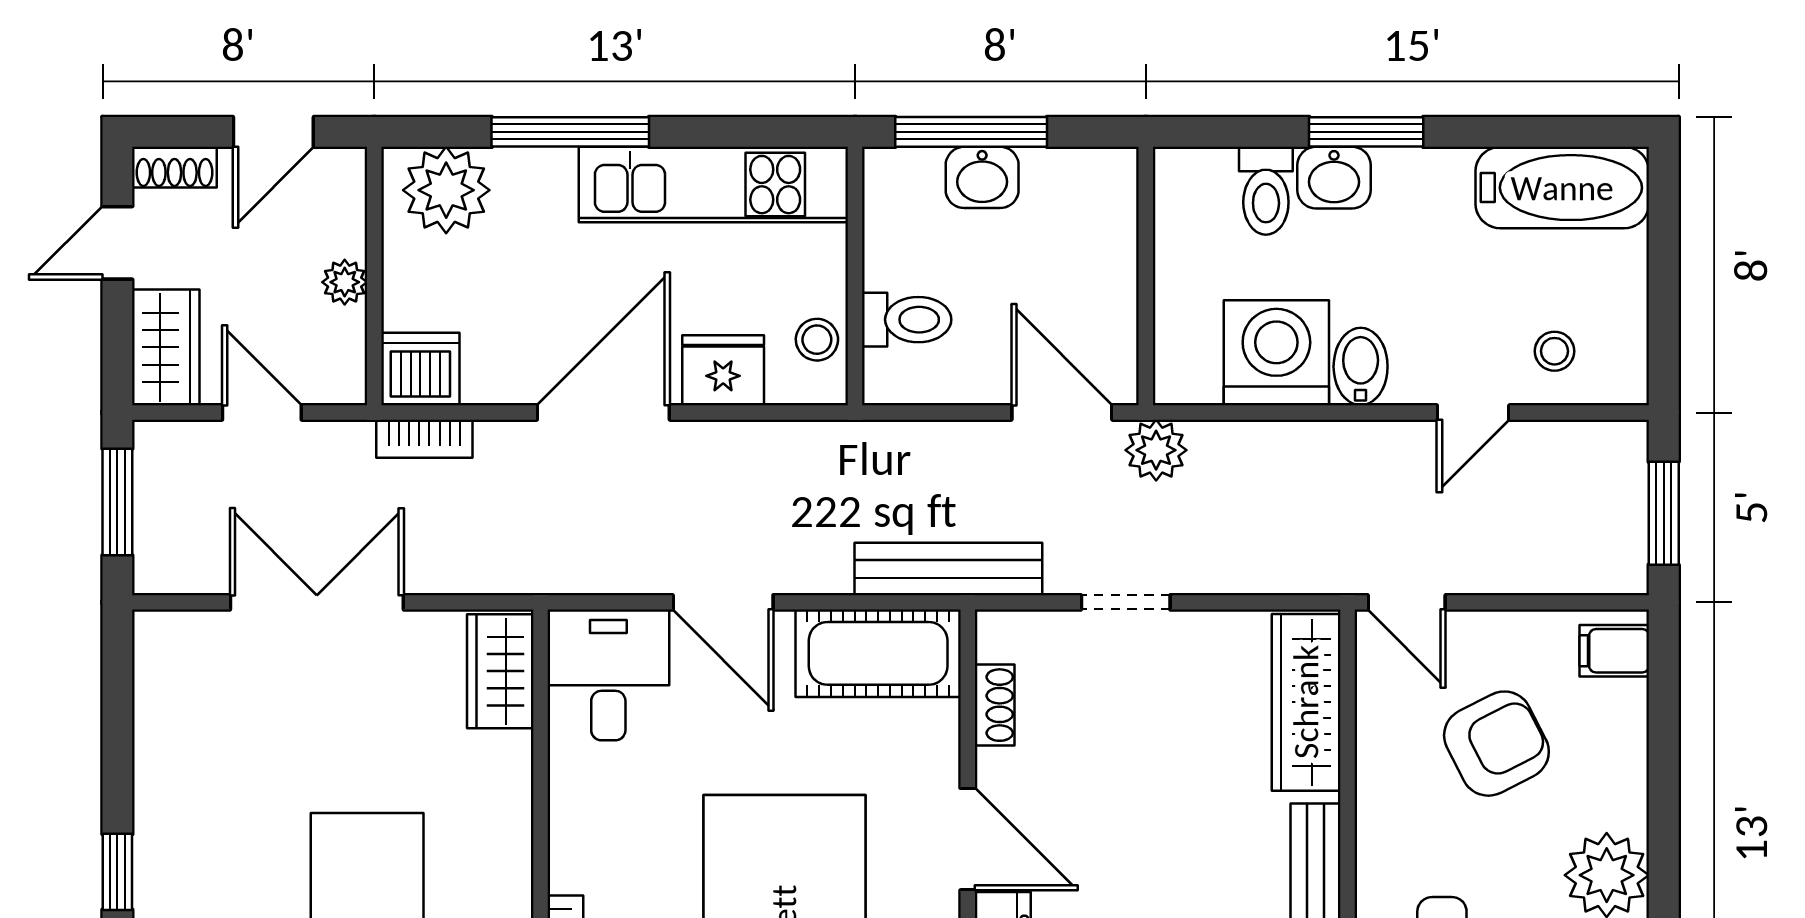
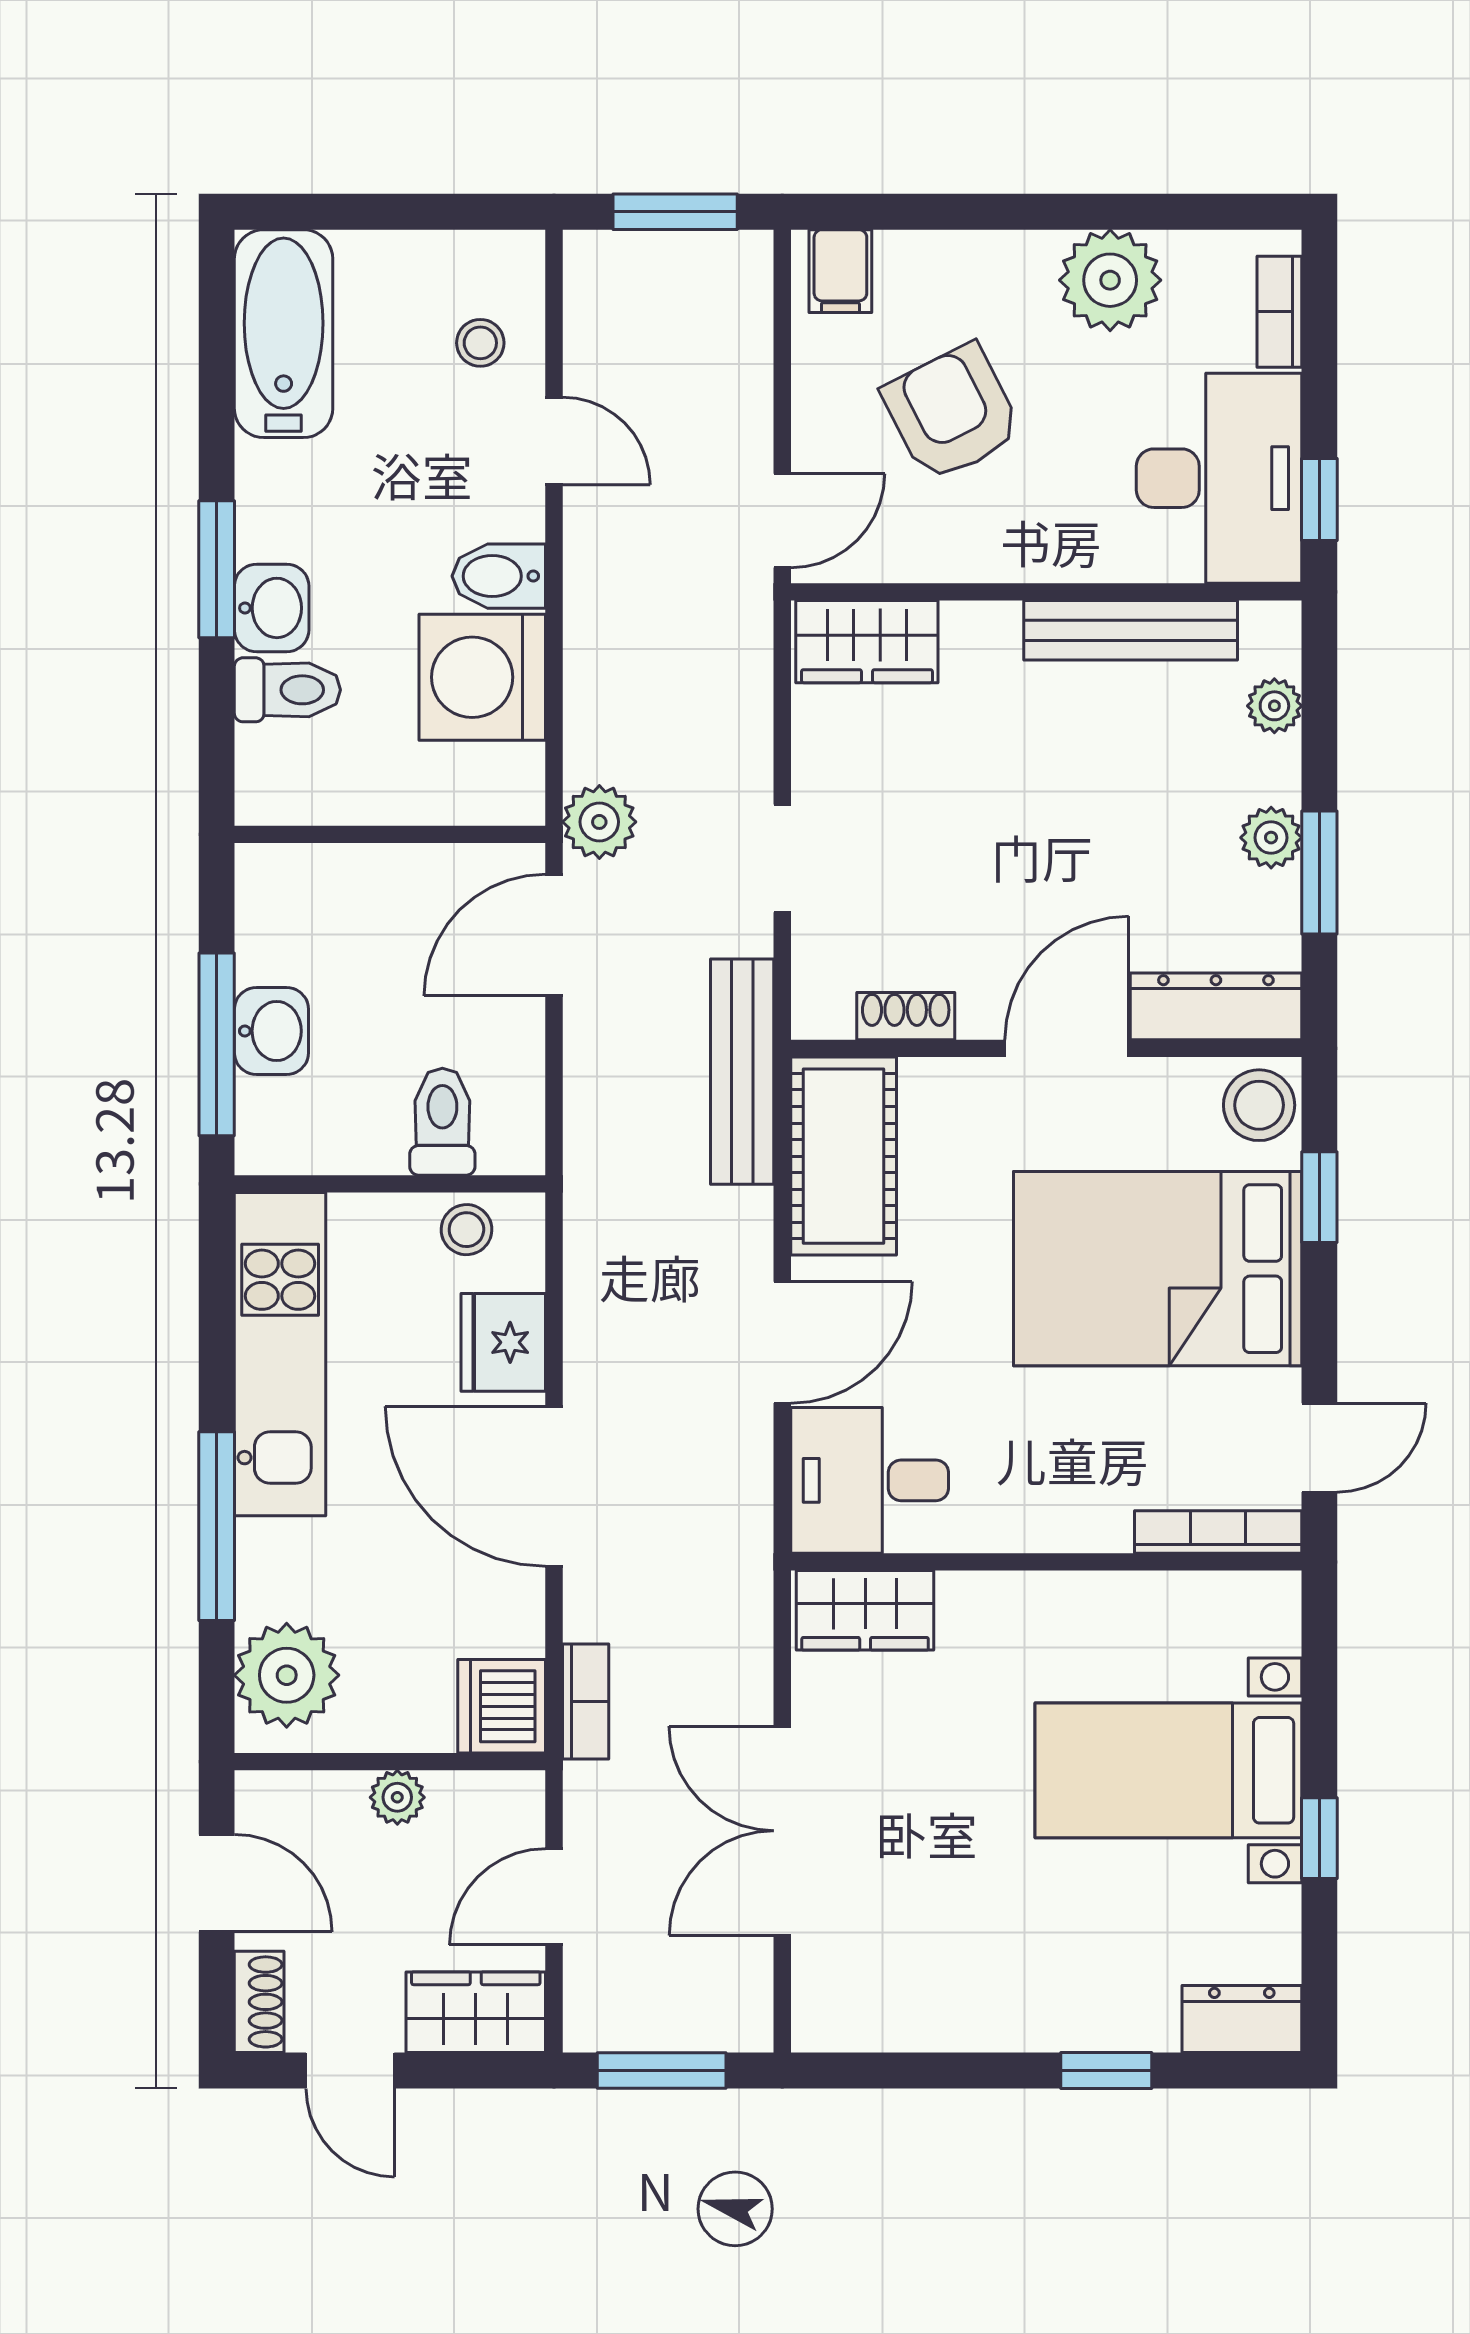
wardrobe: (1306, 702) -> (867, 642), width x0.67

